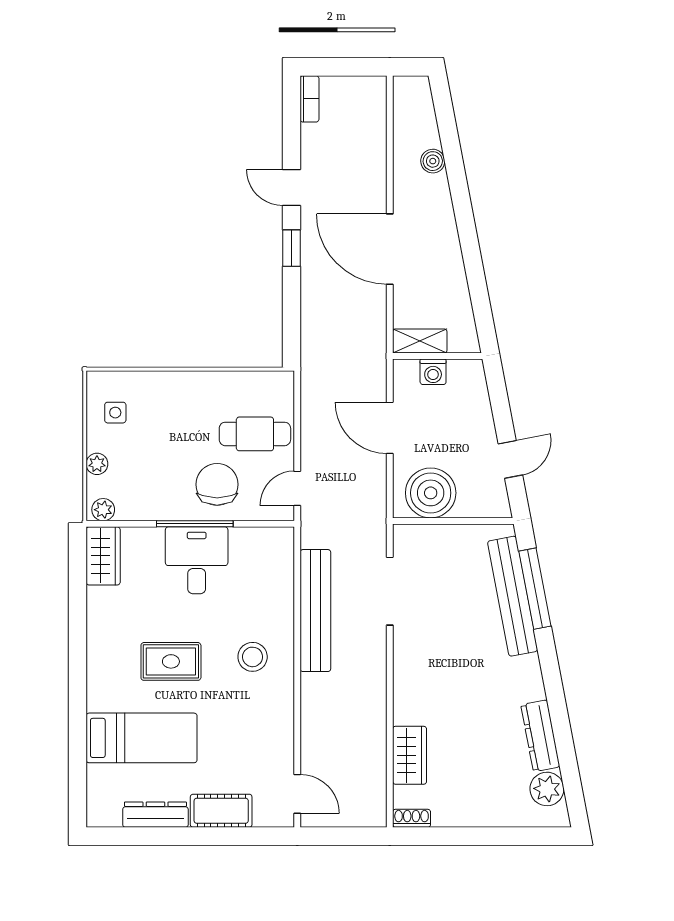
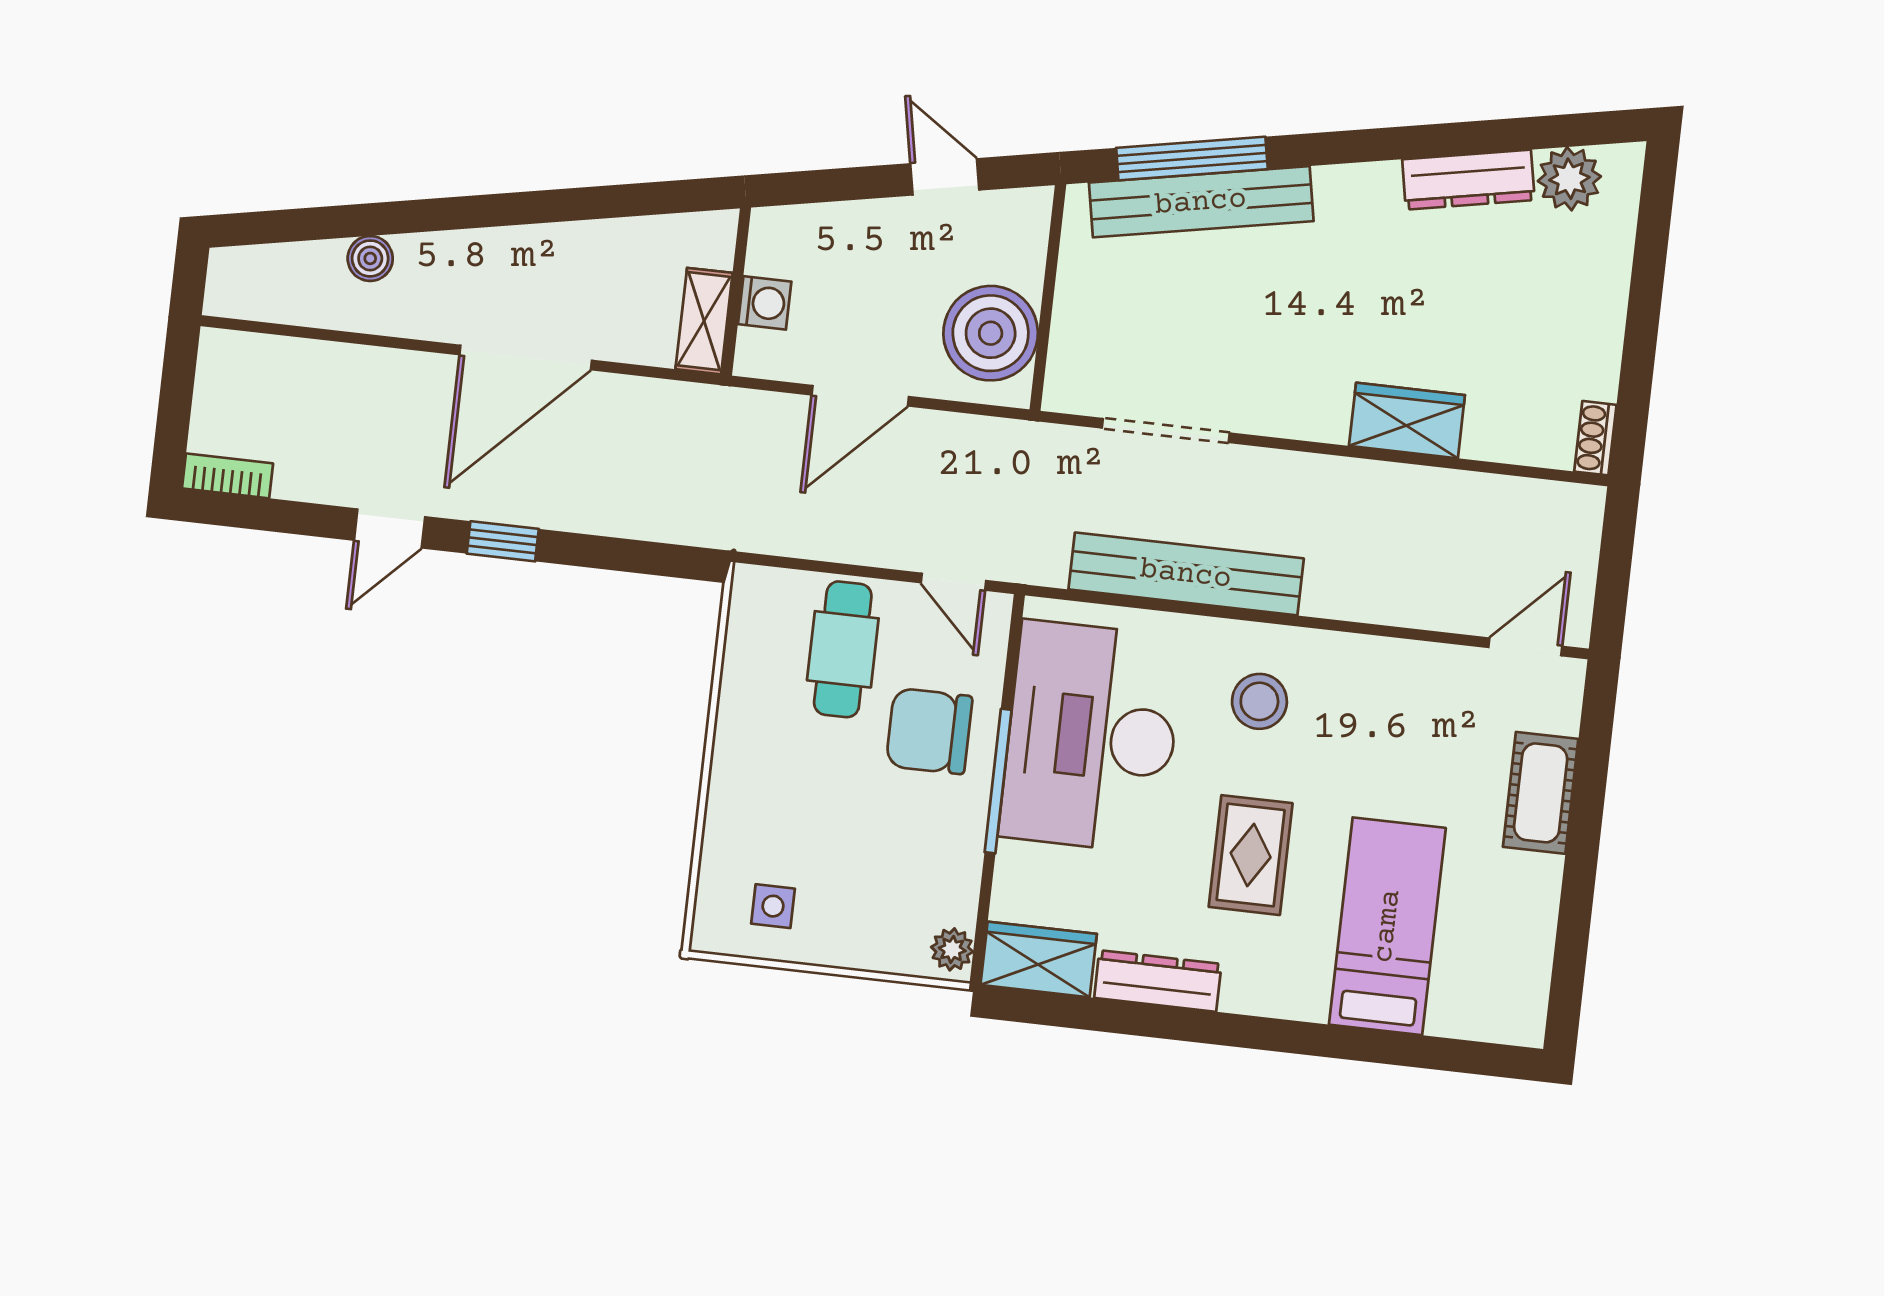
plant: (97, 464) -> (865, 951), removed
desk: (197, 560) -> (1091, 737), width x1.87, depth x1.30
wardrobe: (410, 755) -> (1407, 420), moved
dresser: (155, 815) -> (1158, 981), moved, turned 90

